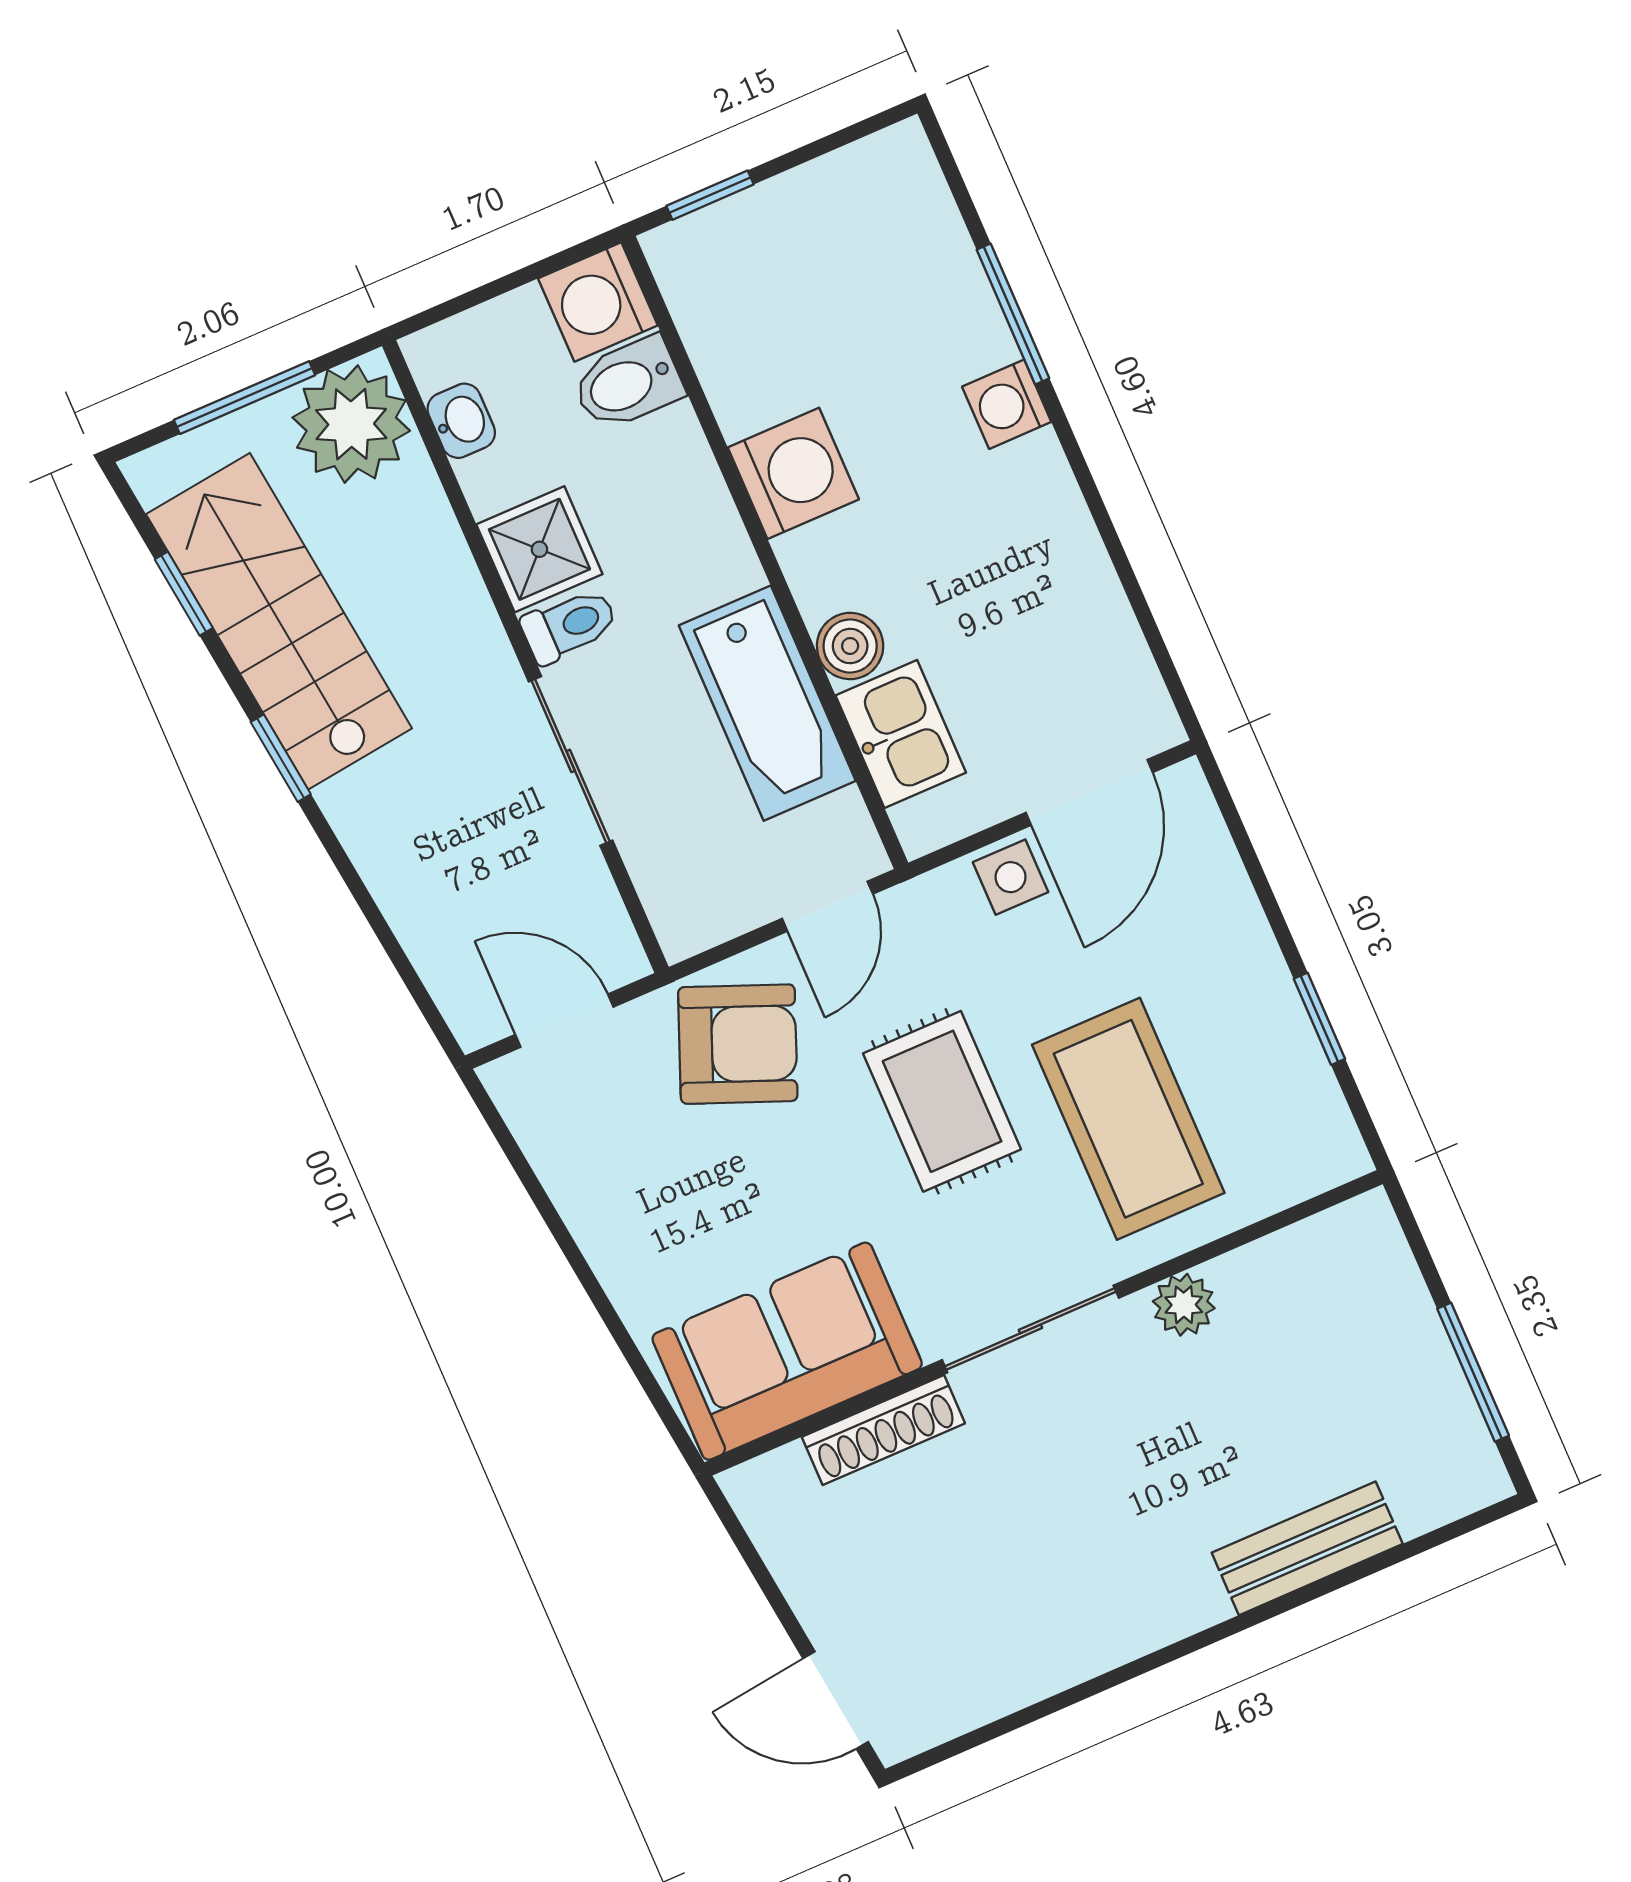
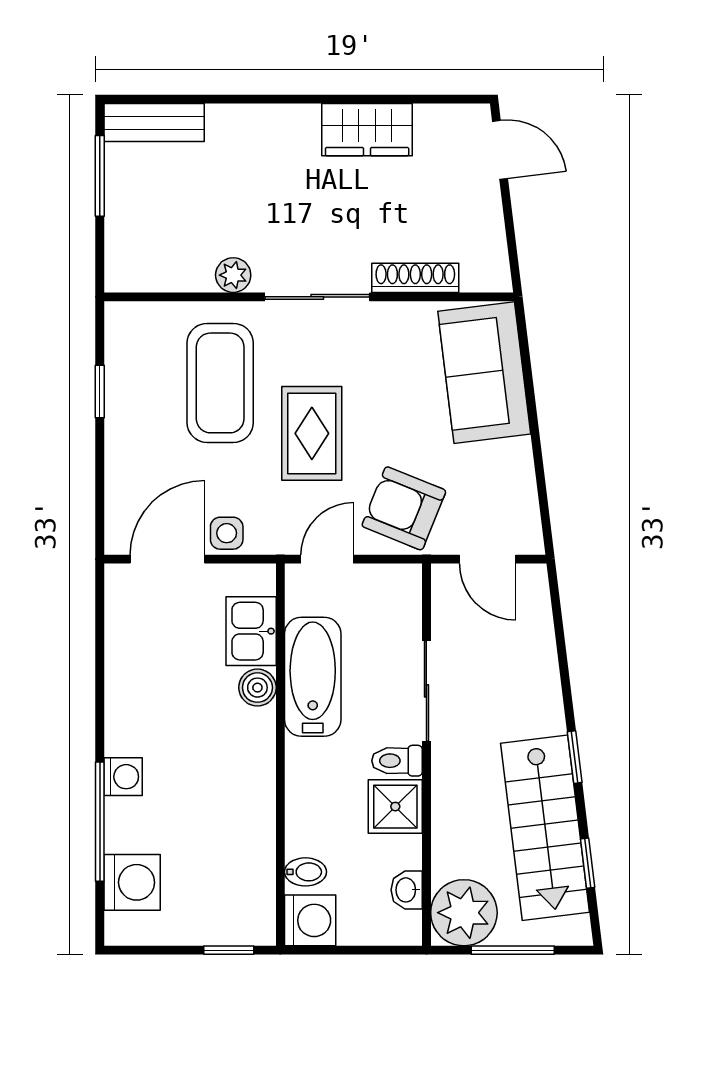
window: (1013, 314) -> (100, 822), width x1.44
bidet: (628, 383) -> (305, 872), width x0.72, depth x0.74
washing machine: (793, 473) -> (132, 882), moved, turned 180
sofa: (787, 1351) -> (484, 373), moved, turned 83
bench: (1307, 1548) -> (154, 123), moved
wardrobe: (1068, 1639) -> (367, 130), added

